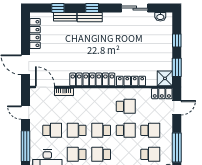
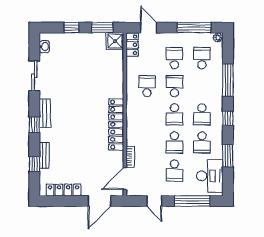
bench: (90, 17) -> (45, 113), moved
locker: (131, 81) -> (118, 80), removed
door: (25, 113) -> (154, 201), hinge flipped
school desk: (52, 130) -> (174, 171), turned 180

